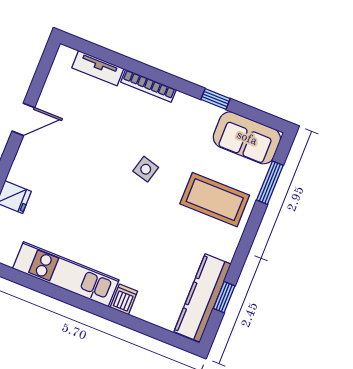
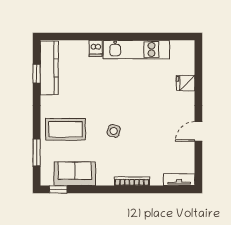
tv unit: (98, 68) -> (179, 180), moved
window: (216, 99) -> (58, 189), moved
sofa: (247, 138) -> (75, 174), moved

